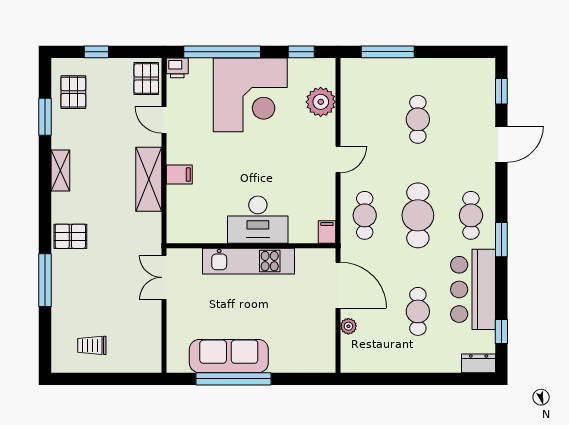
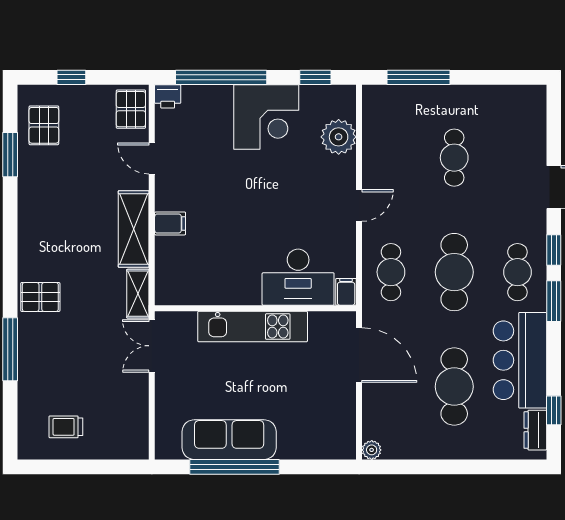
window: (501, 91) -> (554, 250), moved
corner desk: (250, 95) -> (266, 117), width x0.74, depth x0.74
shelving: (60, 170) -> (138, 294), moved
desk: (258, 220) -> (298, 277), moved
cafe table: (418, 311) -> (454, 387), width x1.37, depth x1.35
plant: (348, 326) -> (372, 450), moved
dresser: (479, 363) -> (535, 430), moved, turned -90

